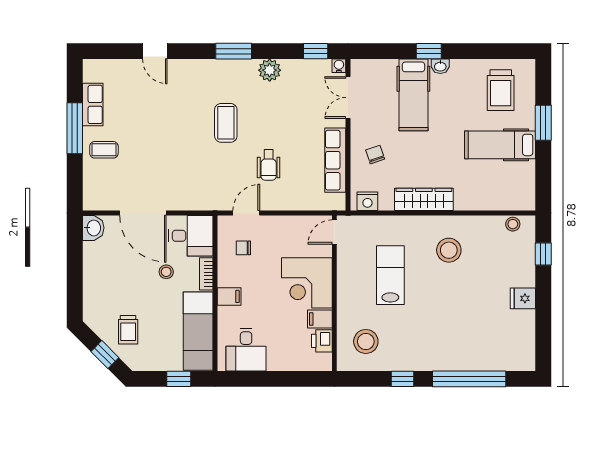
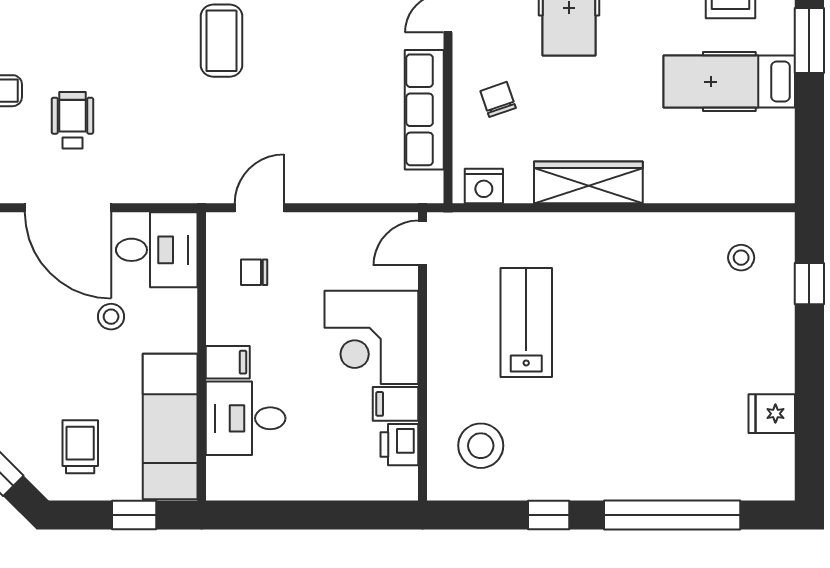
wheelchair: (269, 165) -> (72, 120), moved, turned 180
stool: (513, 224) -> (741, 258), moved
stool: (449, 250) -> (635, 277), removed
bookcase: (206, 274) -> (185, 321), removed
fridge: (523, 298) -> (772, 414), moved
trolley: (128, 330) -> (80, 447), moved, turned 180
desk: (246, 350) -> (246, 418), moved, turned 90

